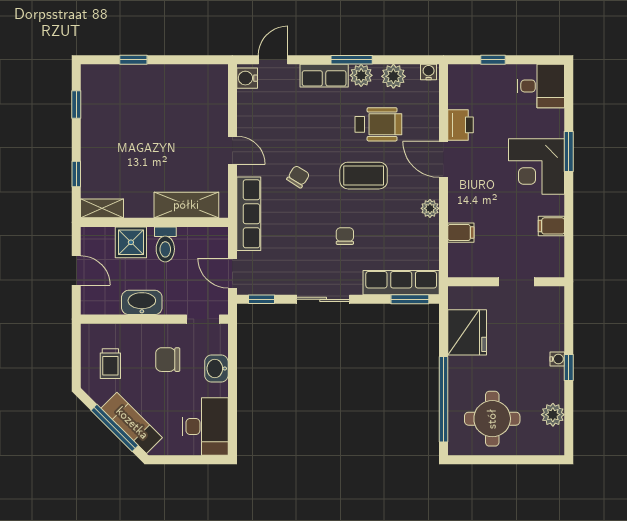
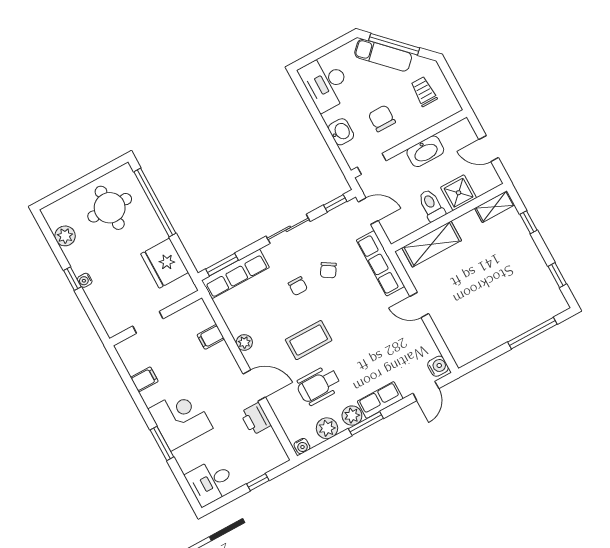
window: (133, 60) -> (532, 333), width x2.17
chair: (298, 177) -> (328, 270), moved
chair: (168, 360) -> (382, 118), turned -90

